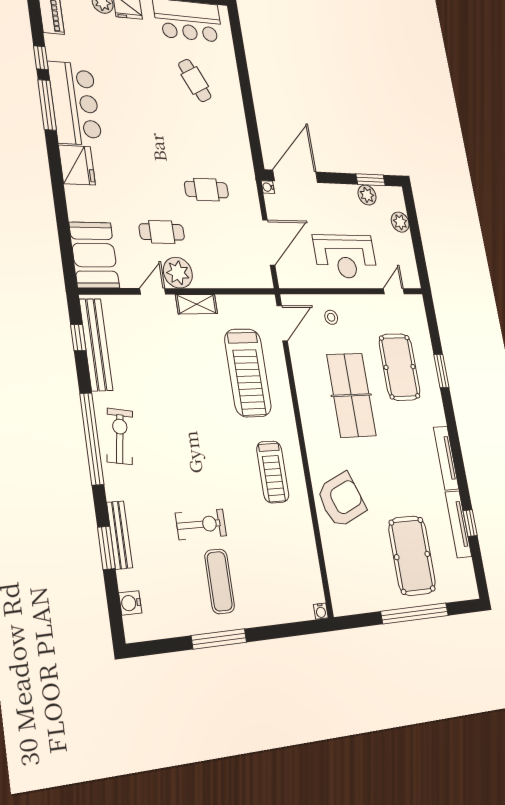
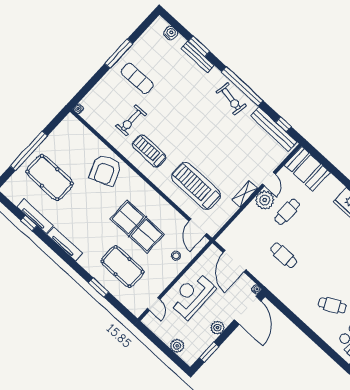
cafe table: (206, 190) -> (284, 255), turned 90
plant: (367, 195) -> (217, 328), moved
exercise bike: (201, 524) -> (131, 120), moved

